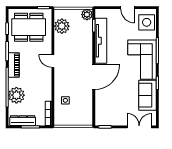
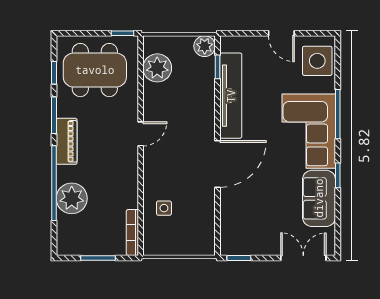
door: (53, 61) -> (141, 134), swing flipped
dresser: (23, 121) -> (83, 246), removed

